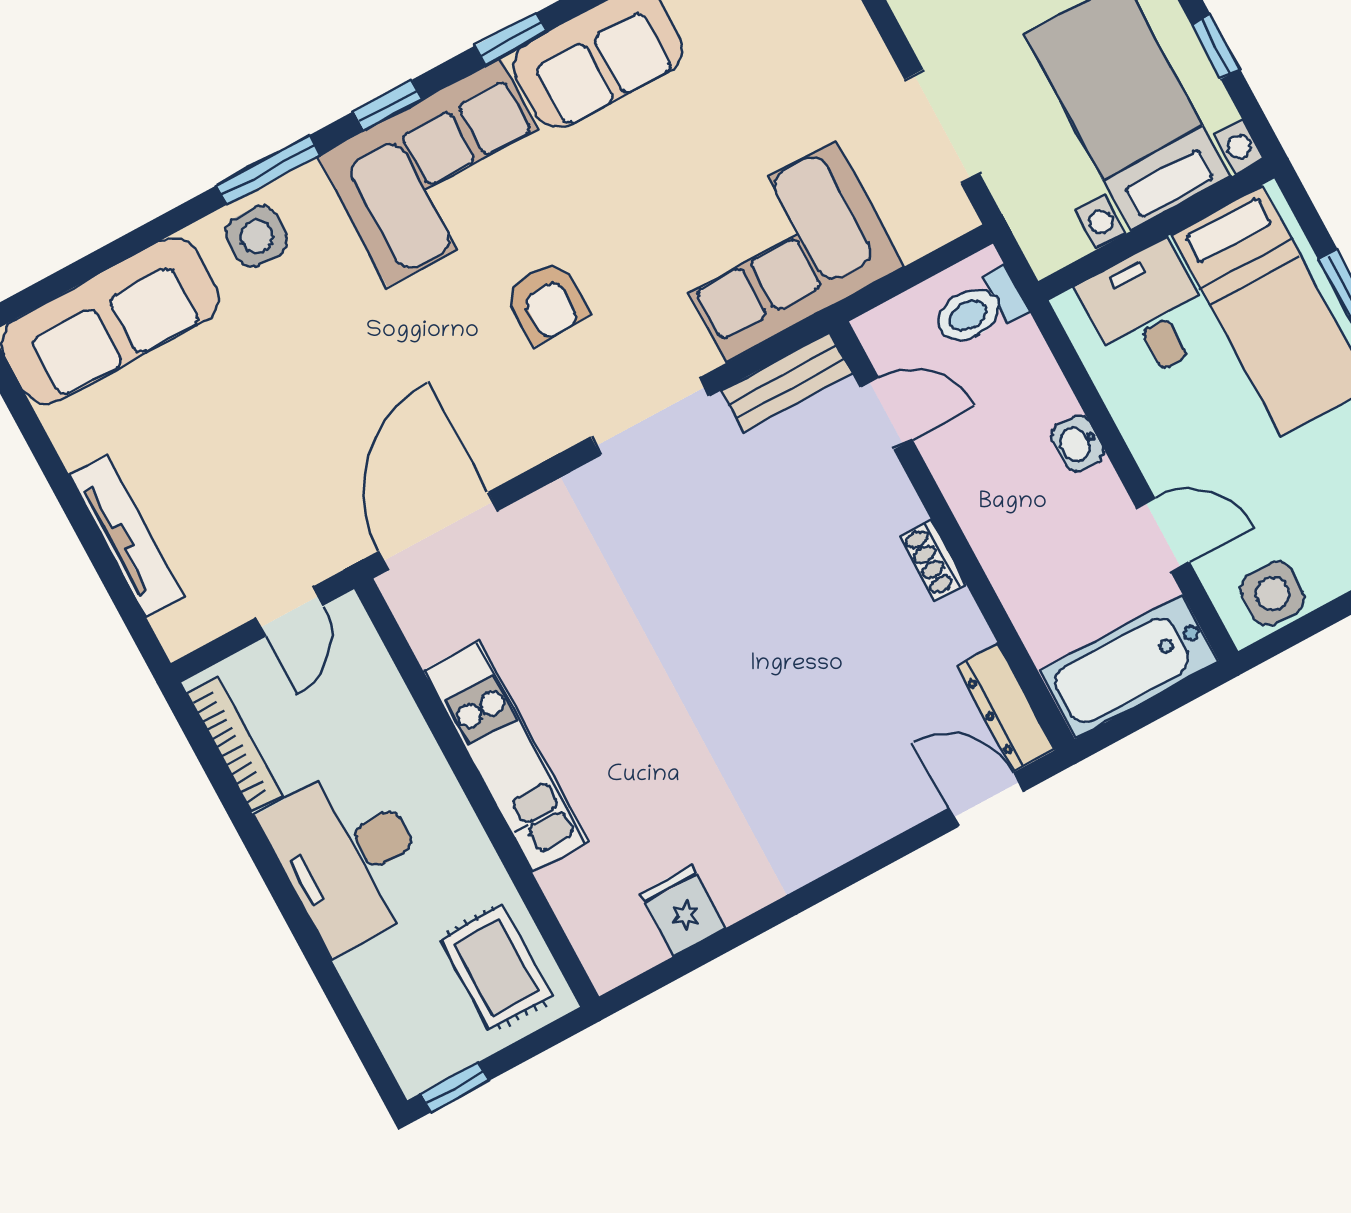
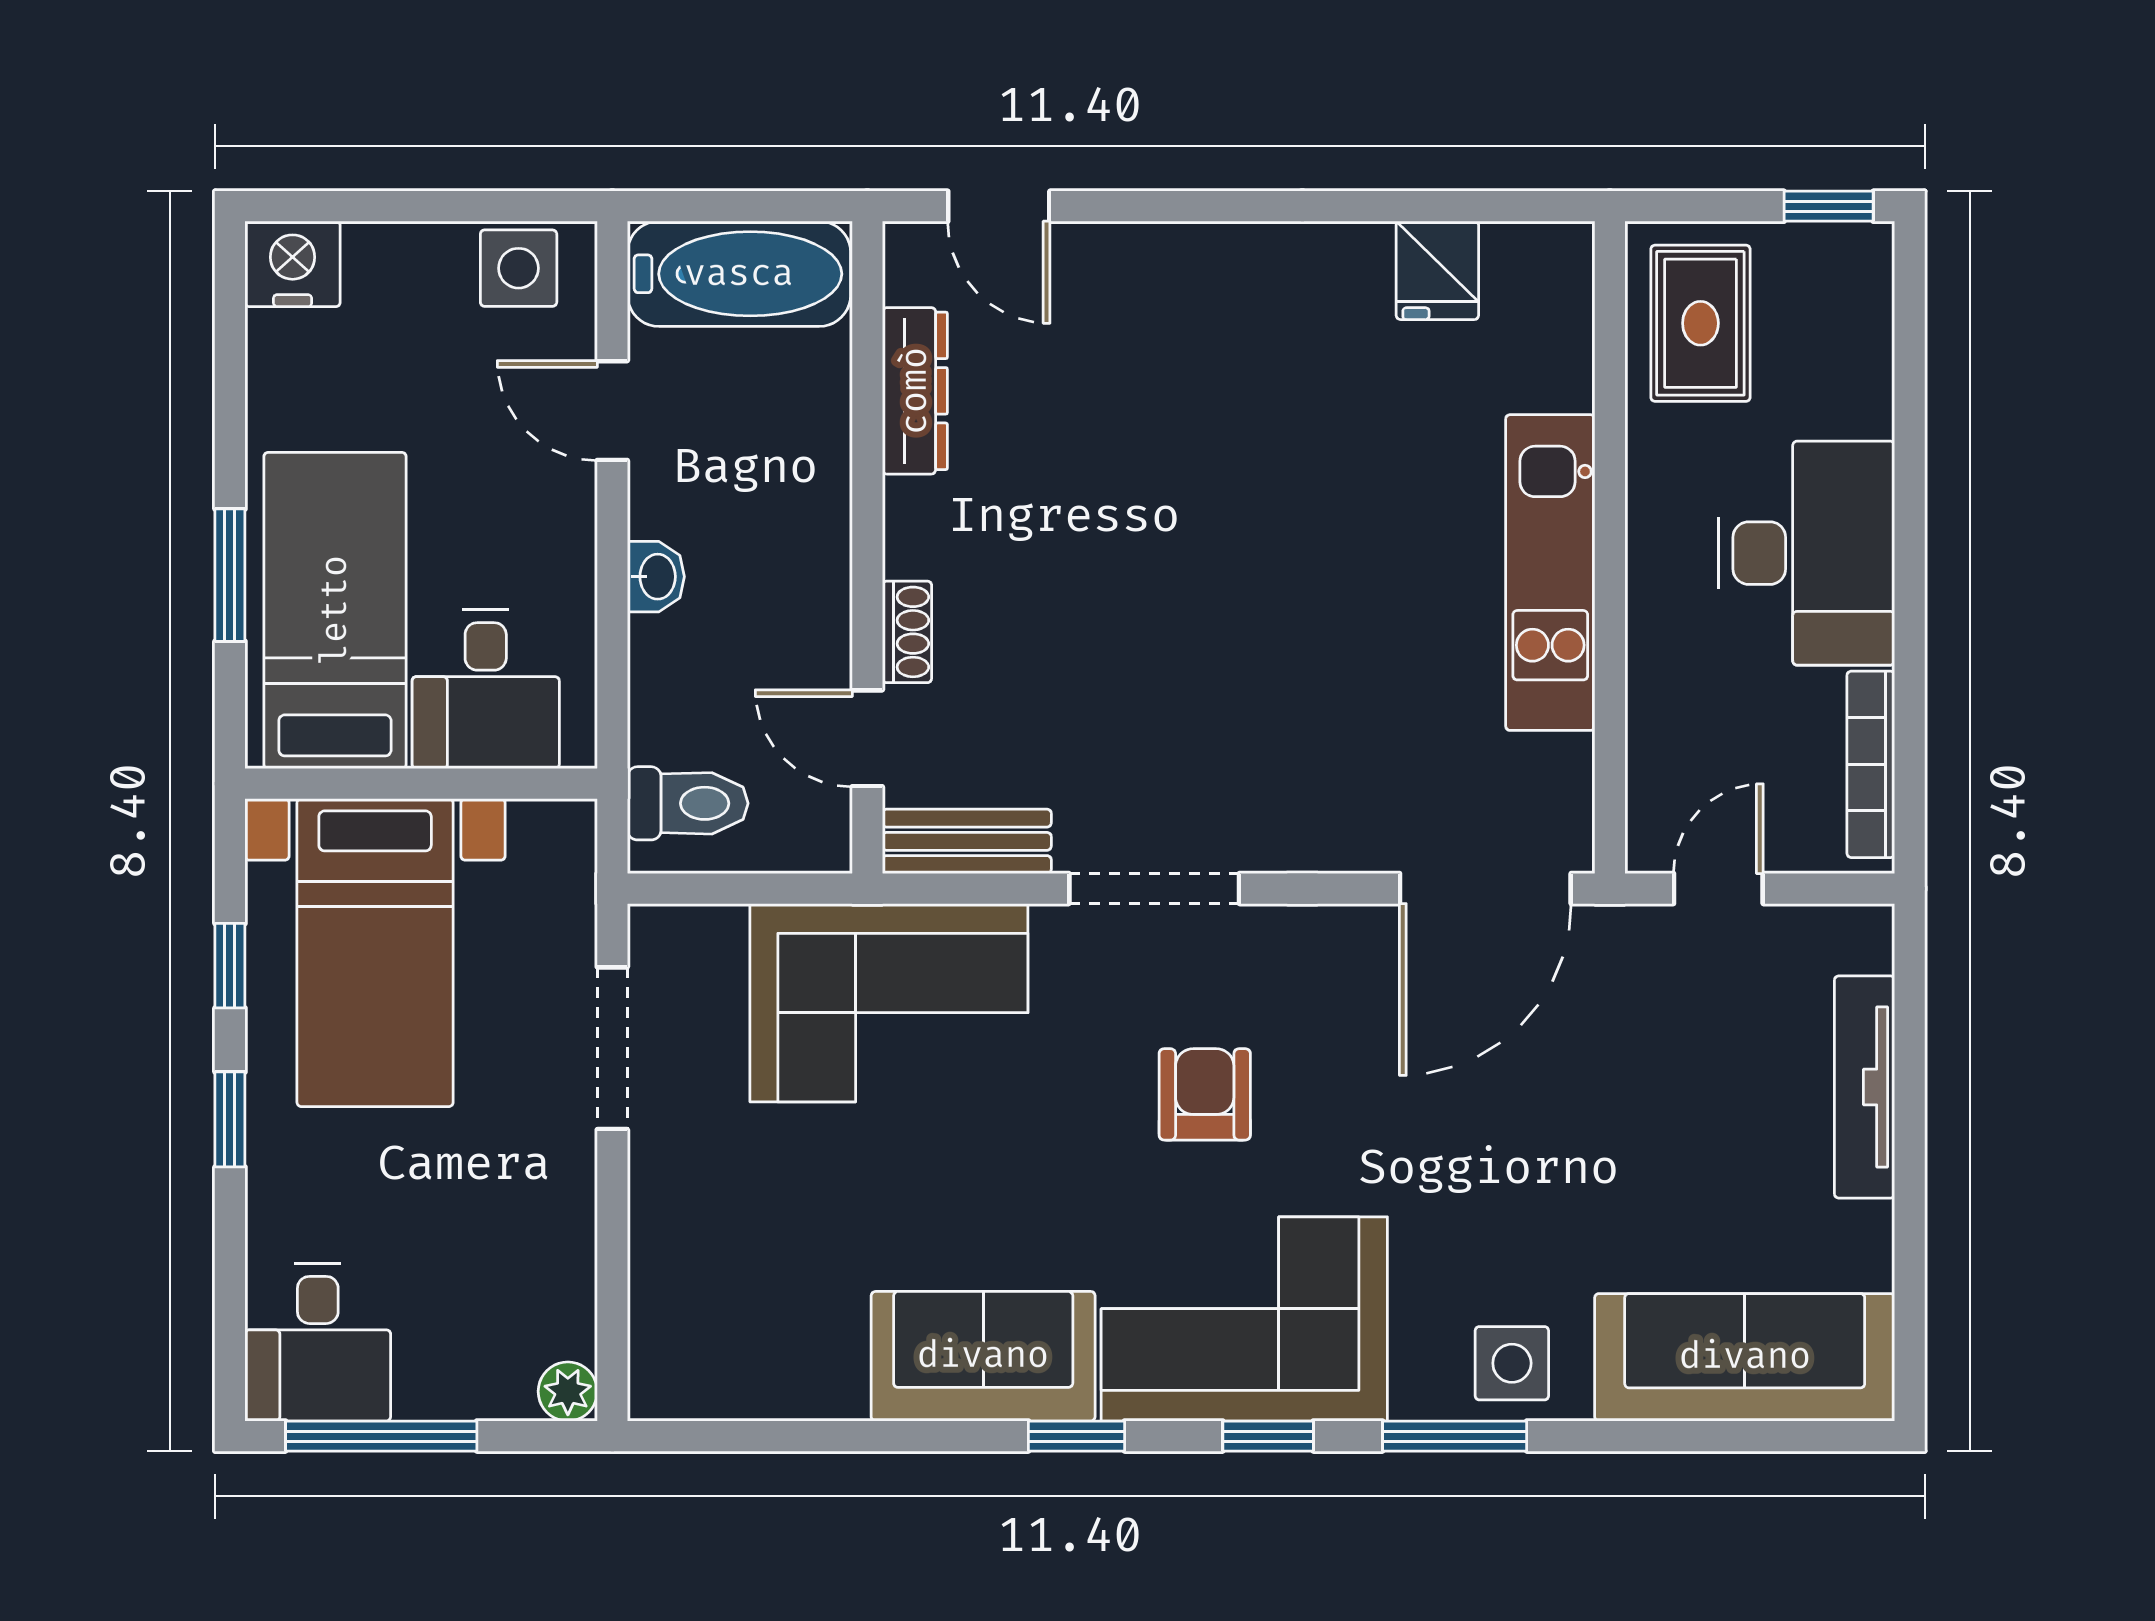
shoe rack: (933, 560) -> (907, 632), moved
dresser: (1006, 708) -> (915, 391), moved

